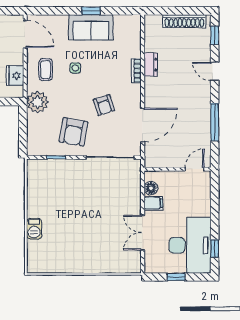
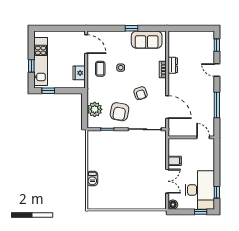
shoe rack: (184, 21) -> (196, 35), removed
sofa: (91, 27) -> (147, 40), moved
plant: (37, 102) -> (95, 109), moved
door: (143, 125) -> (167, 107), hinge flipped
door: (195, 169) -> (203, 137), hinge flipped
floor lamp: (151, 188) -> (173, 205), moved
double door: (143, 233) -> (167, 181), swing flipped
window: (176, 277) -> (201, 212), moved

